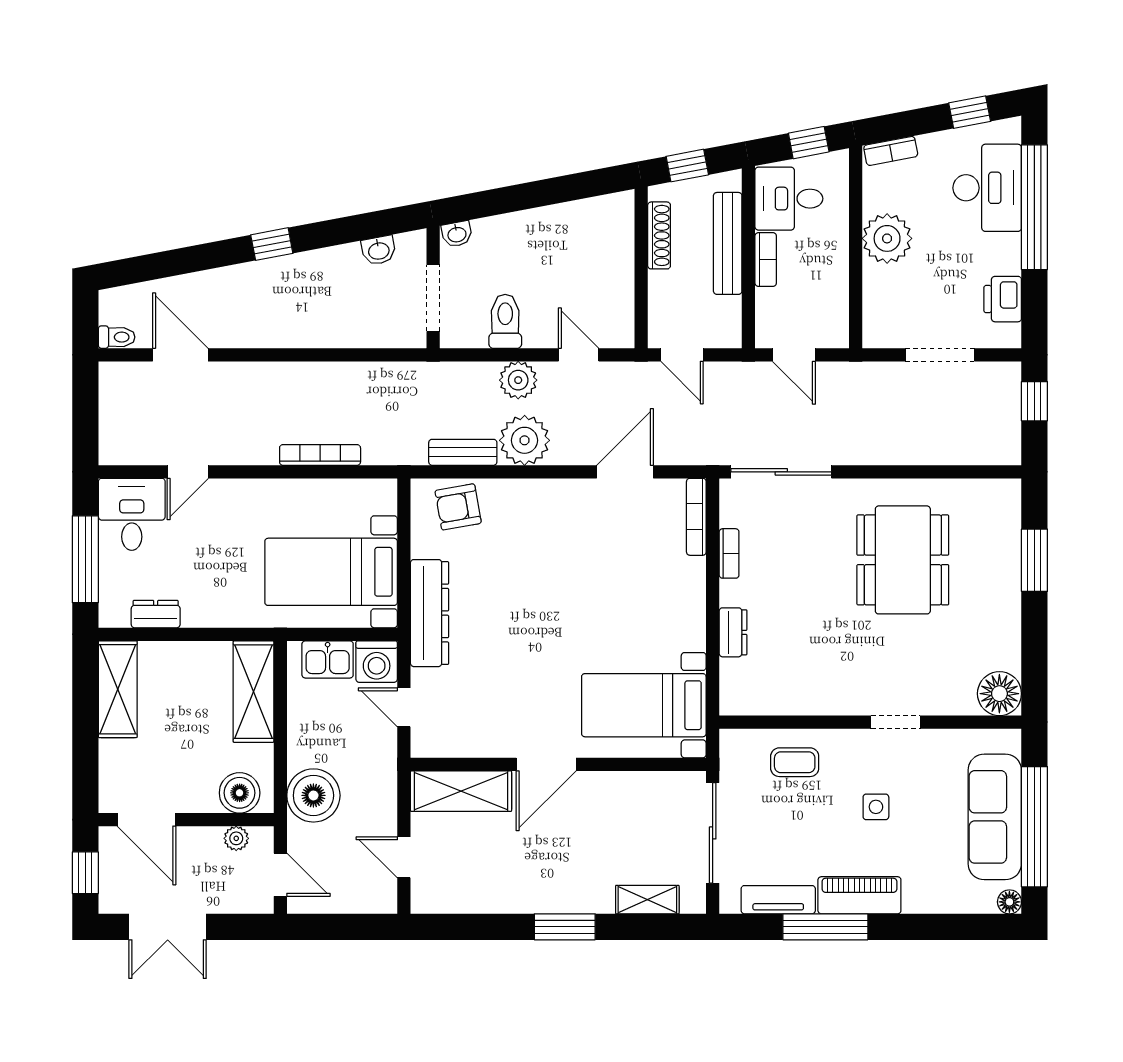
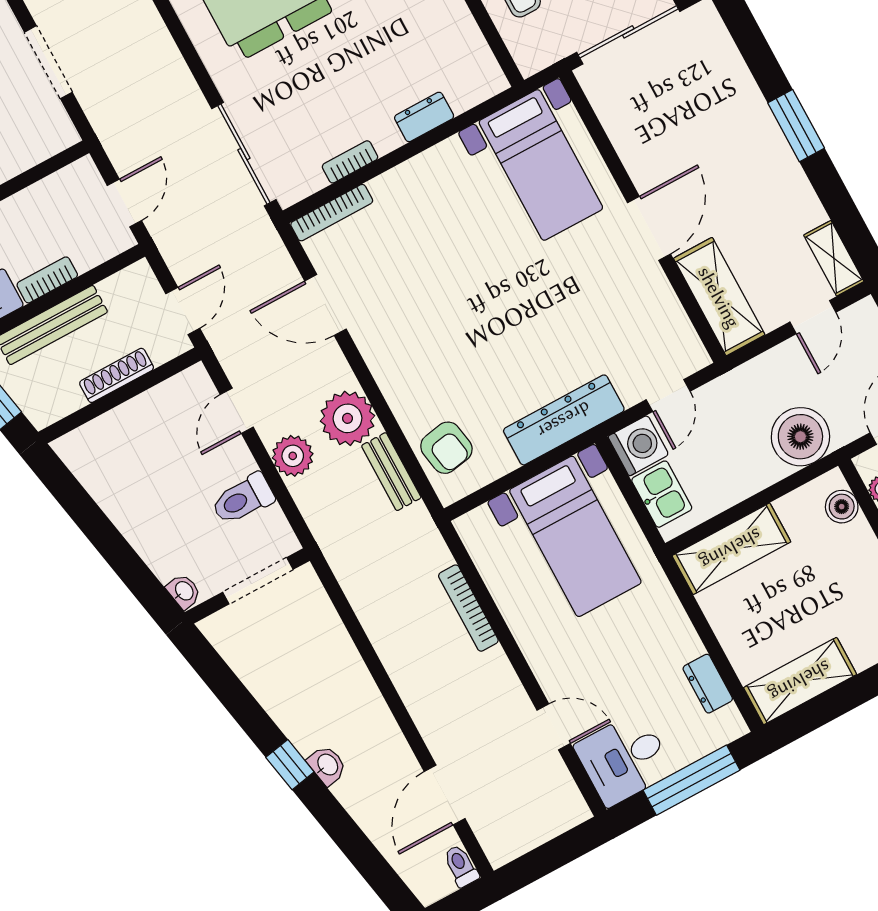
shoe rack: (659, 235) -> (117, 375), moved
washbasin: (379, 250) -> (327, 765), moved
door: (546, 764) -> (649, 228), hinge flipped
boiler: (240, 793) -> (842, 507), width x0.73, depth x0.73
shelving: (647, 900) -> (834, 258), moved

